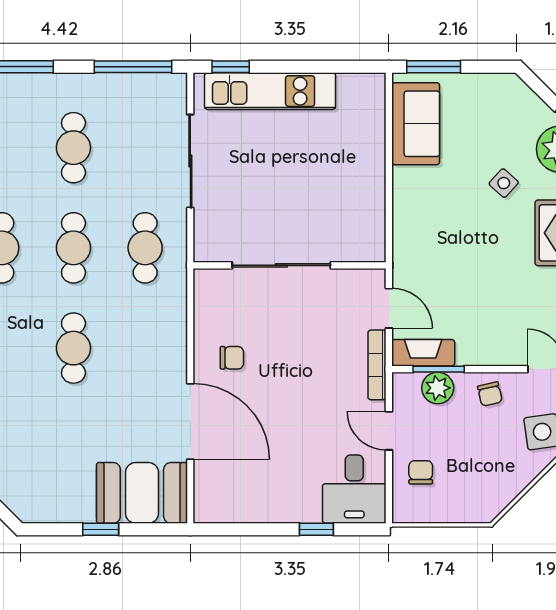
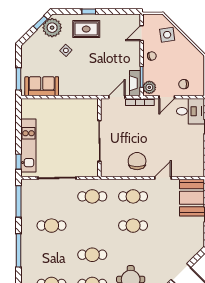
cafe table: (73, 248) -> (133, 196), moved
chair: (232, 358) -> (137, 161), width x1.87, depth x1.87
plant: (438, 388) -> (149, 87), moved
door: (190, 422) -> (163, 178), width x0.53

